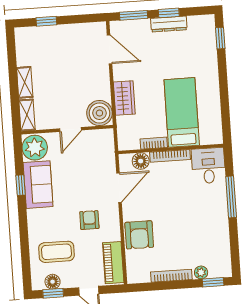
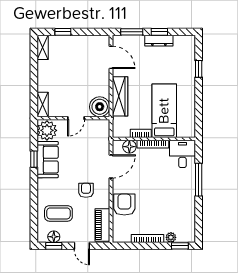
window: (220, 38) -> (199, 69), moved
shelving: (25, 82) -> (43, 47), moved
wardrobe: (124, 98) -> (120, 96), width x1.50
armchair: (139, 235) -> (124, 205), turned 180

